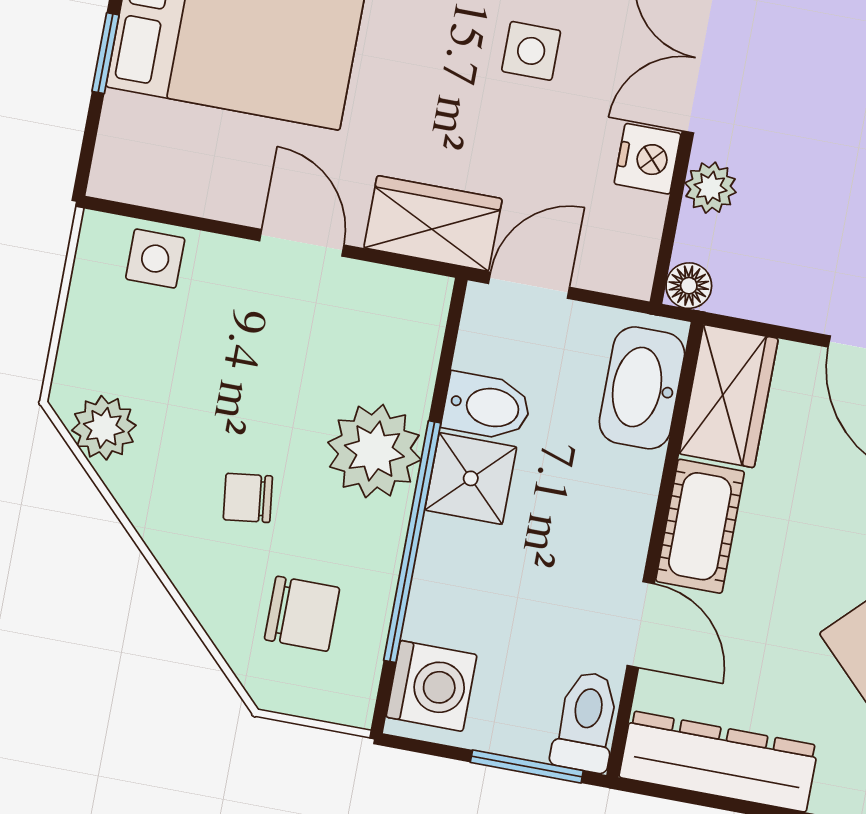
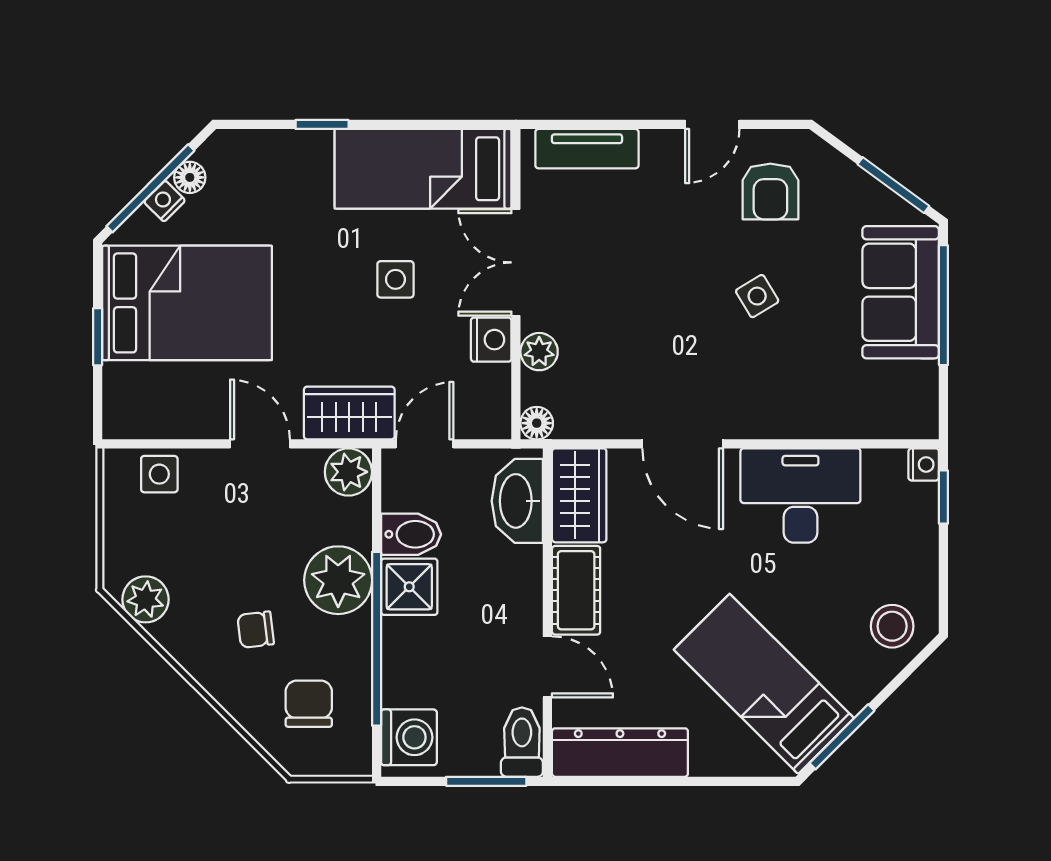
plant: (416, 304) -> (348, 472), added
chair: (302, 614) -> (309, 704), turned -90

